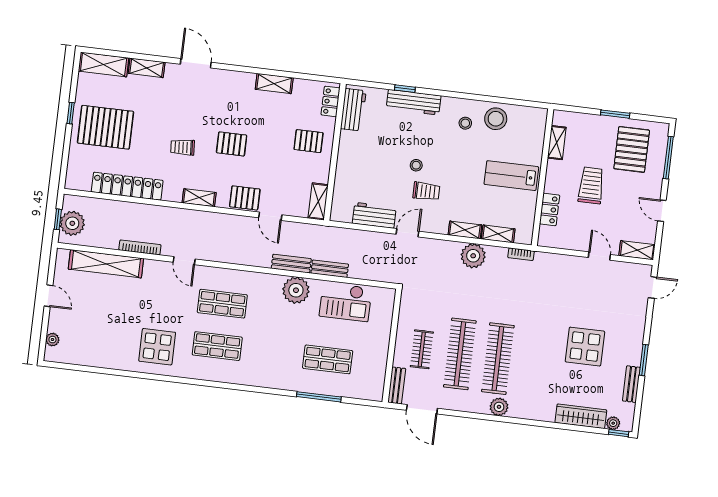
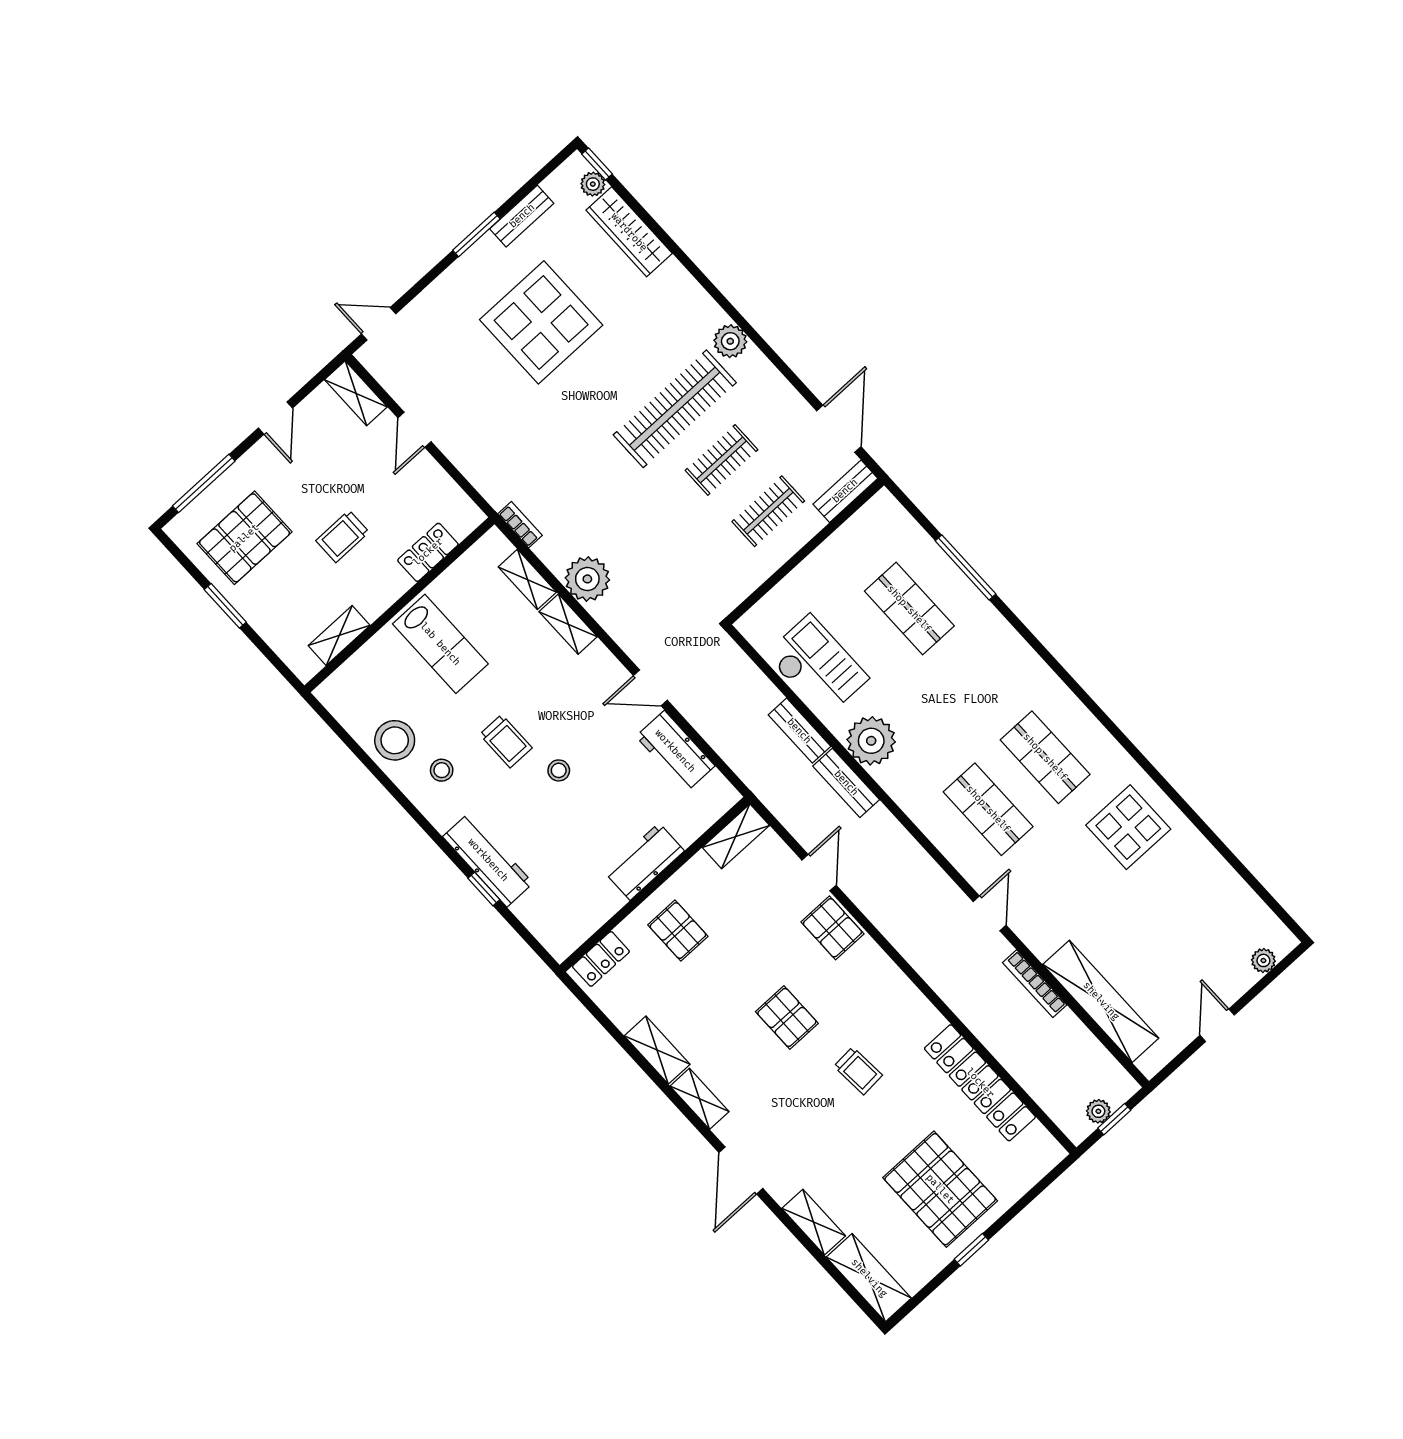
workbench: (353, 110) -> (645, 862), moved
trolley: (591, 185) -> (342, 536), width x0.73, depth x0.72
trolley: (426, 191) -> (506, 741), moved, turned 180
shelving: (199, 198) -> (700, 1099), moved
plant: (72, 223) -> (1098, 1111), width x0.53, depth x0.53
display table: (585, 347) -> (541, 322), width x1.36, depth x1.36
clothes rail: (460, 354) -> (721, 460), width x0.54, depth x0.76

